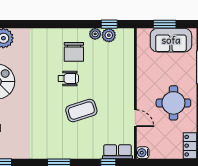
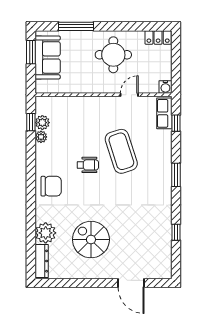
window: (165, 24) -> (31, 52), moved
chair: (74, 52) -> (51, 186), moved
wheelchair: (68, 78) -> (88, 165), turned 90
coffee table: (81, 111) -> (121, 151), width x1.36, depth x1.32

